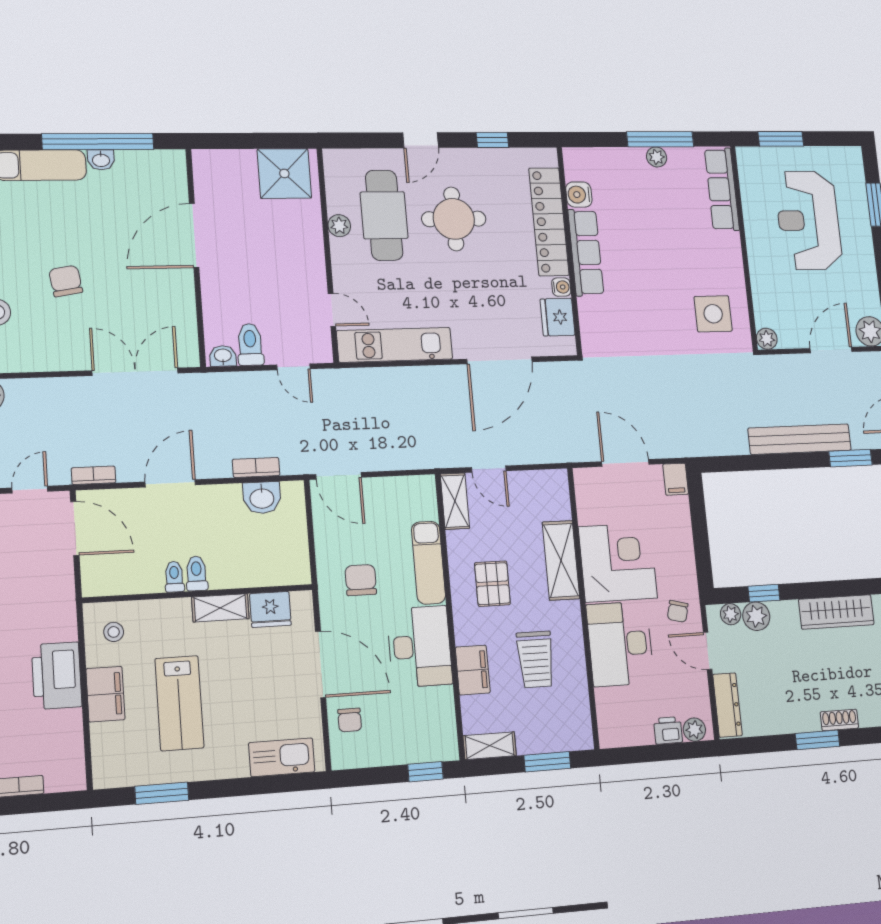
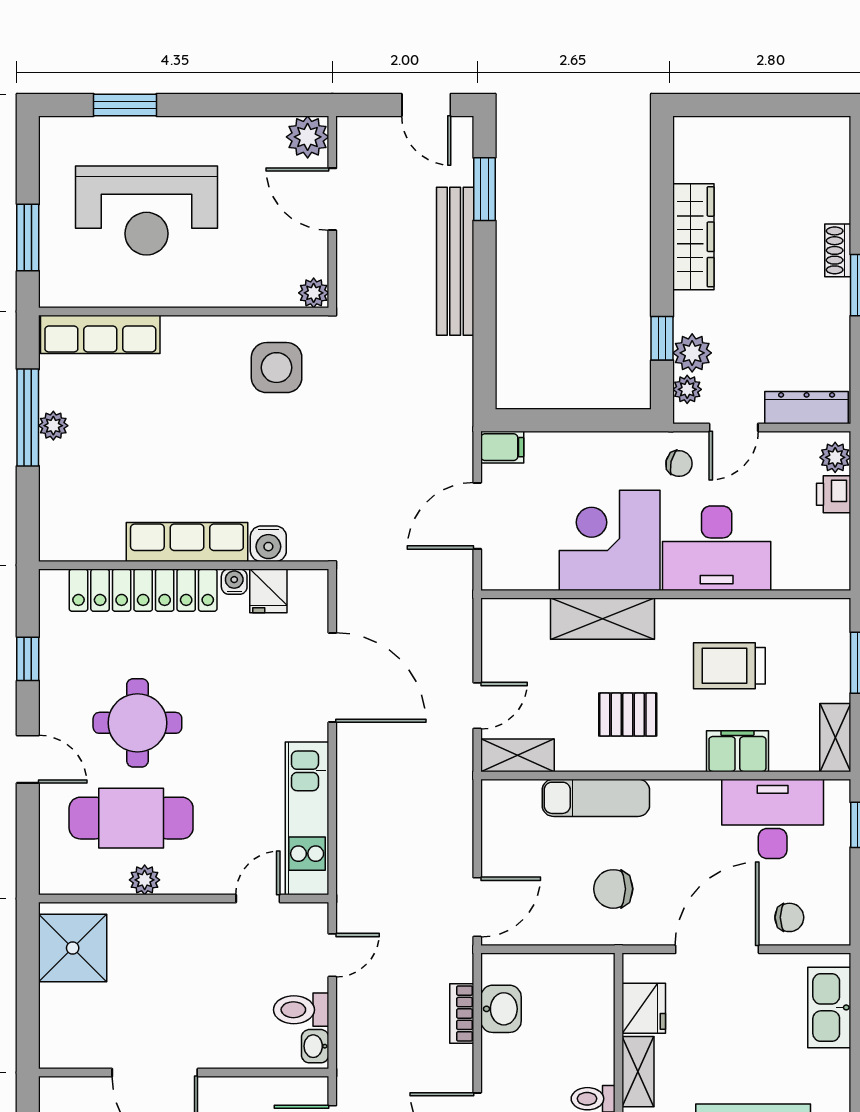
water cooler: (579, 195) -> (268, 544), moved
fridge: (558, 317) -> (268, 591), width x0.72
desk: (420, 647) -> (773, 819), moved
trolley: (536, 659) -> (729, 666), turned 180

